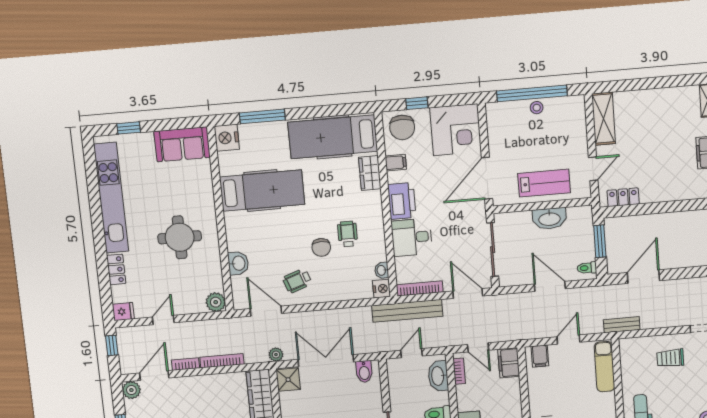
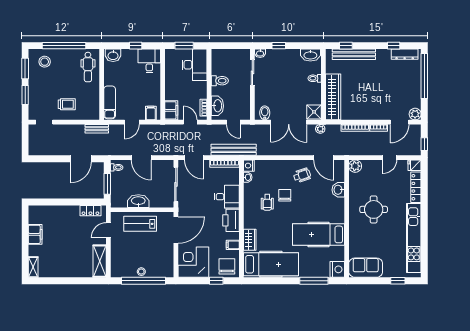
locker: (116, 269) -> (416, 187), width x1.53
door: (412, 353) -> (233, 122), hinge flipped

